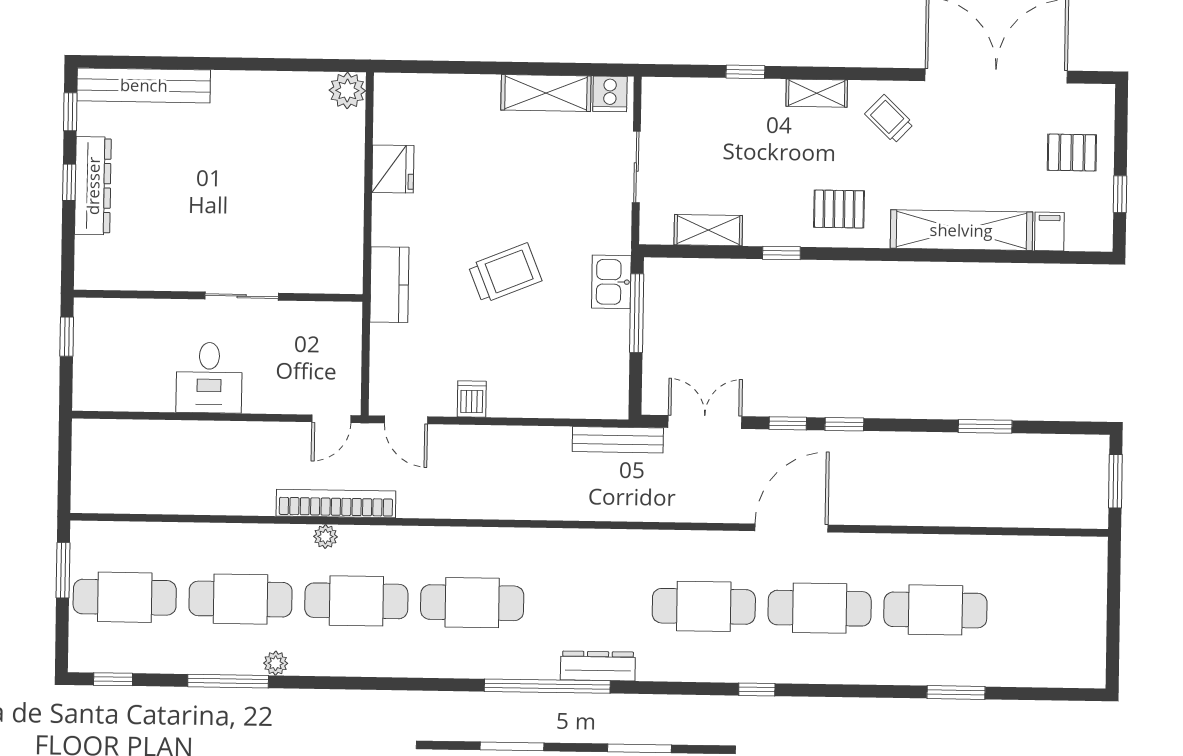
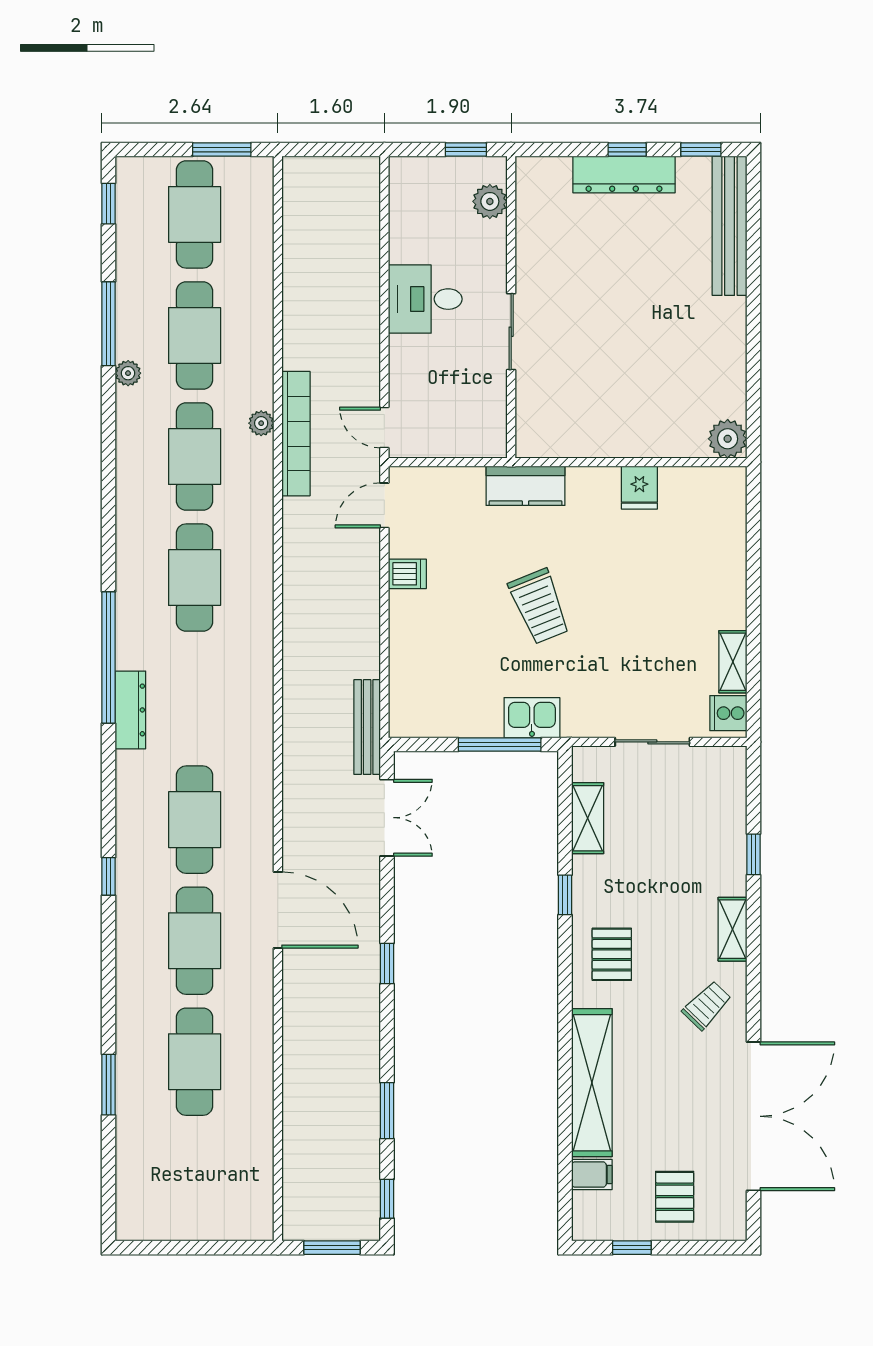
shelving: (546, 93) -> (733, 662), width x0.67, depth x0.75
fridge: (393, 169) -> (639, 488), width x0.72
plant: (117, 314) -> (490, 201), added
window: (788, 423) -> (387, 1199), moved

